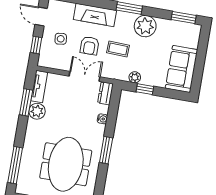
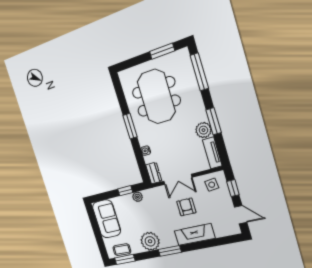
side table: (61, 39) -> (212, 185), moved
coffee table: (118, 49) -> (122, 250), moved
window: (26, 102) -> (214, 121), moved

